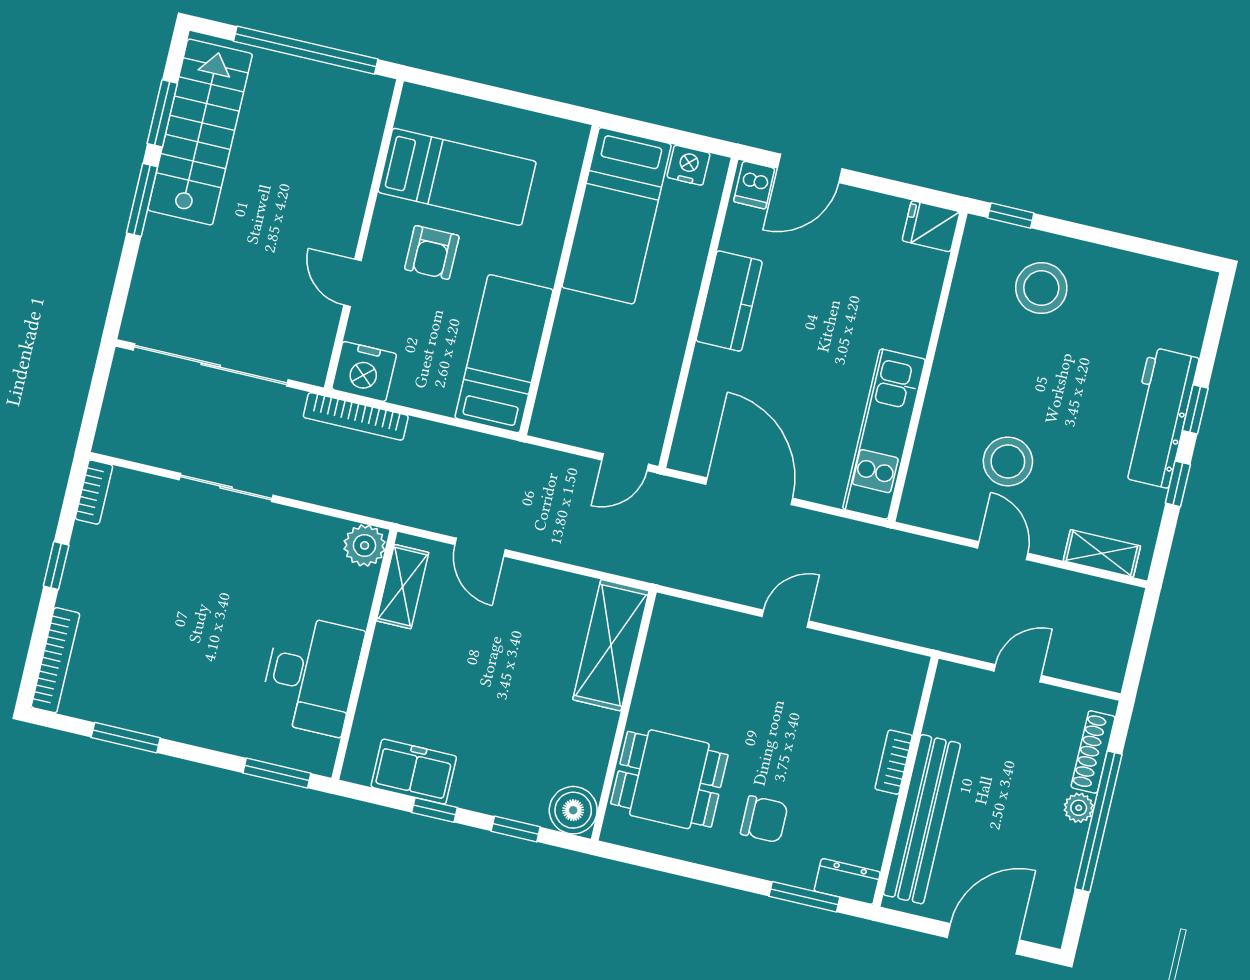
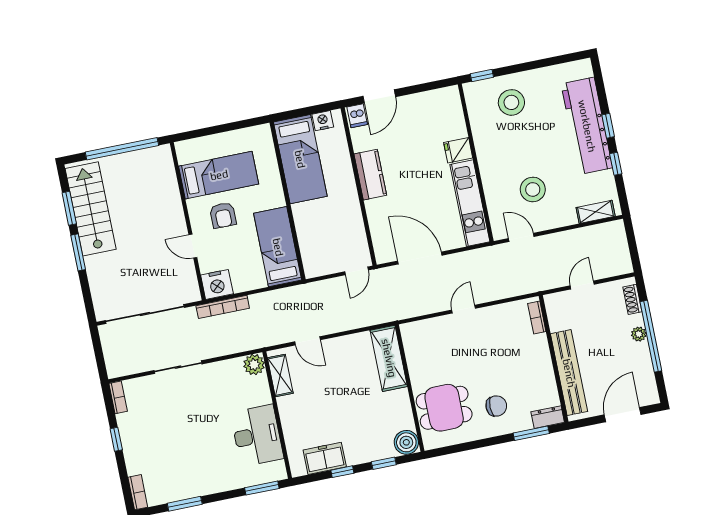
fridge: (931, 226) -> (458, 150), moved
workbench: (1159, 418) -> (587, 126), width x1.36, depth x1.32
door: (1003, 551) -> (521, 237), moved
bookcase: (55, 660) -> (138, 492), width x0.64
shoe rack: (1093, 752) -> (632, 299), width x0.70
bookcase: (894, 762) -> (537, 318), moved

